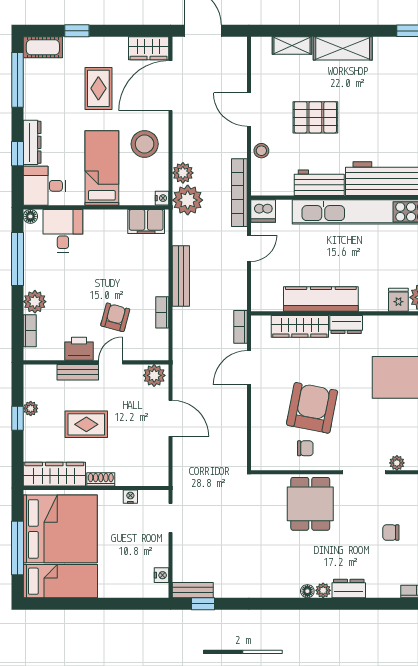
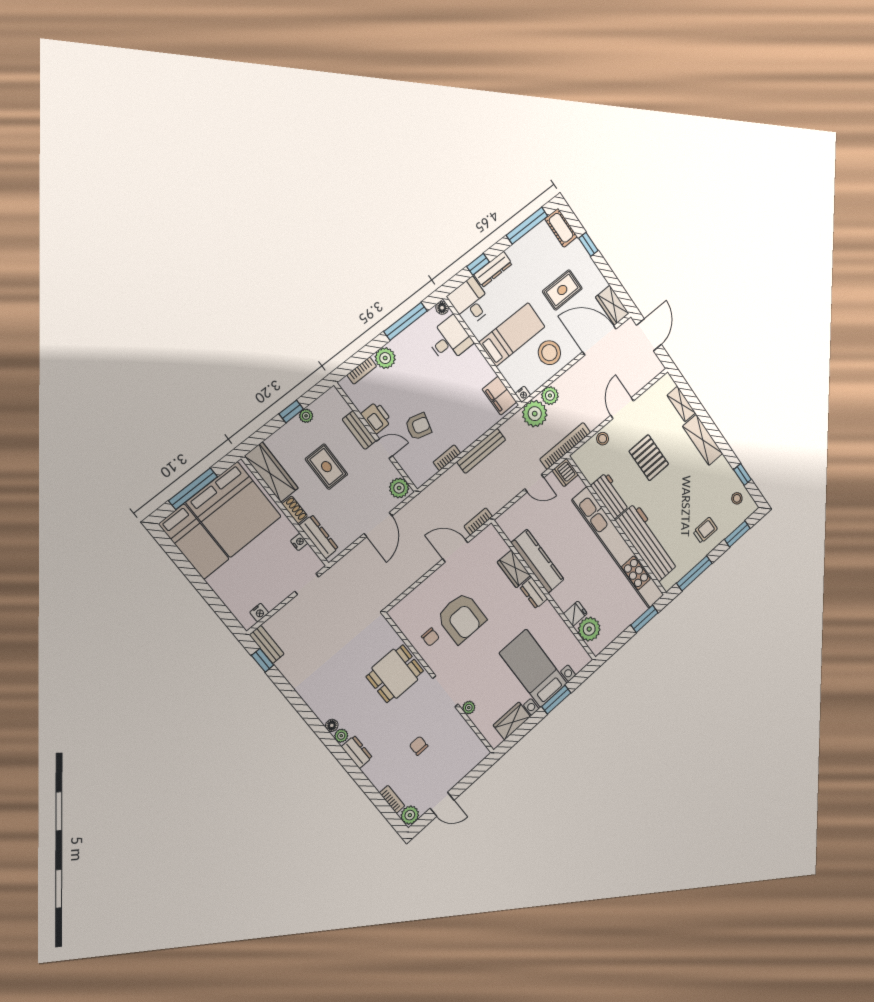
wardrobe: (300, 326) -> (514, 569), width x0.67
armchair: (312, 408) -> (461, 618), turned 79
dresser: (140, 477) -> (319, 537), added

